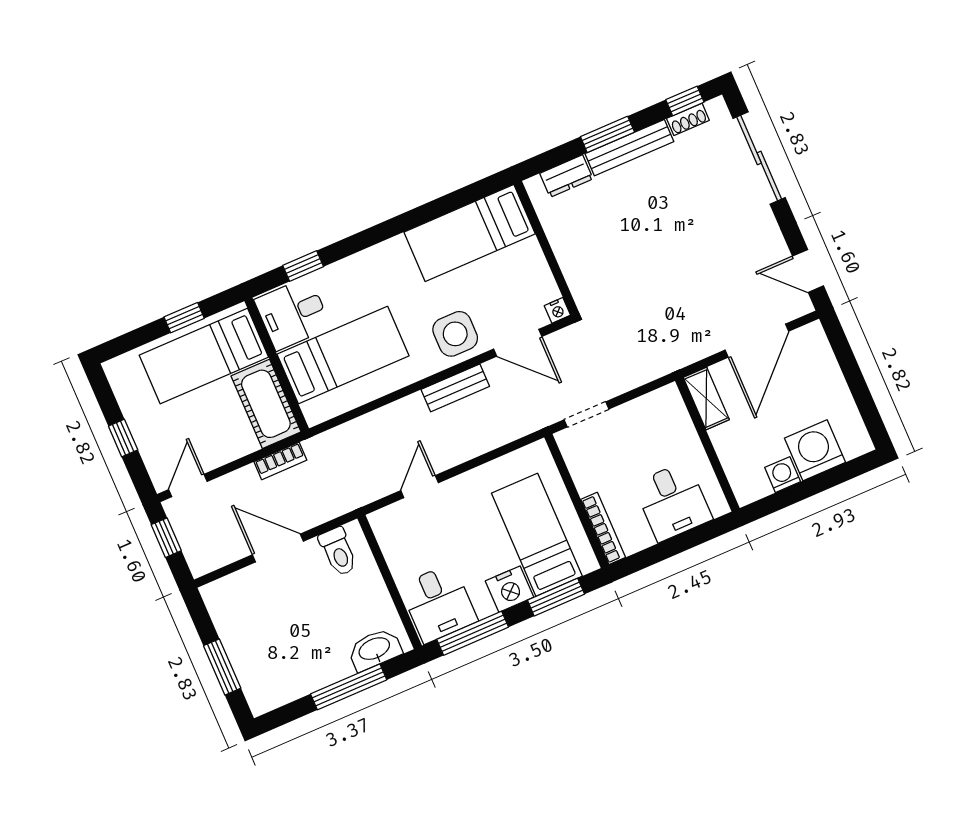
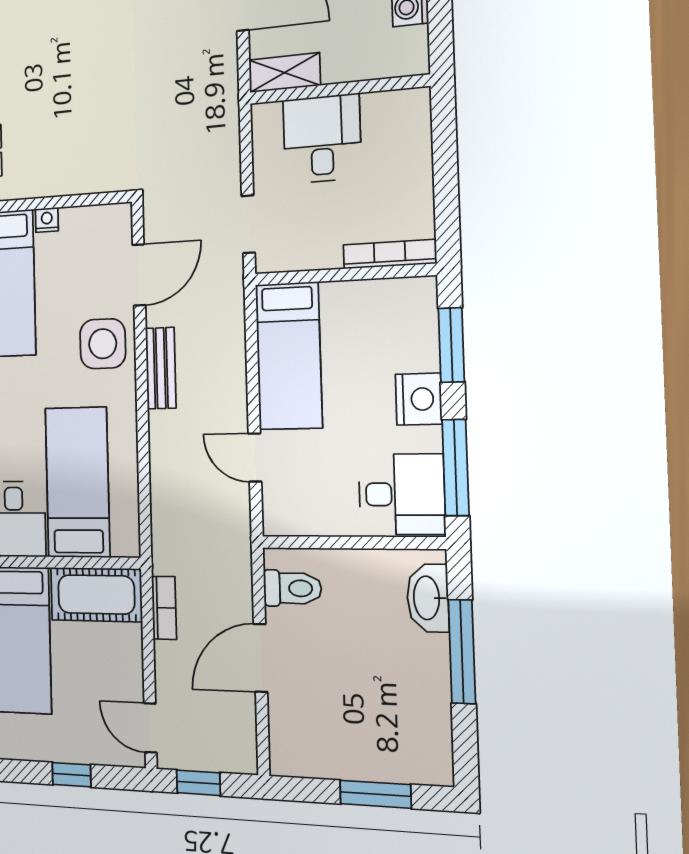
nightstand: (557, 310) -> (47, 220), moved, turned -90
desk: (673, 501) -> (322, 139), moved, turned -90
bed: (537, 535) -> (289, 356), moved, turned -90

